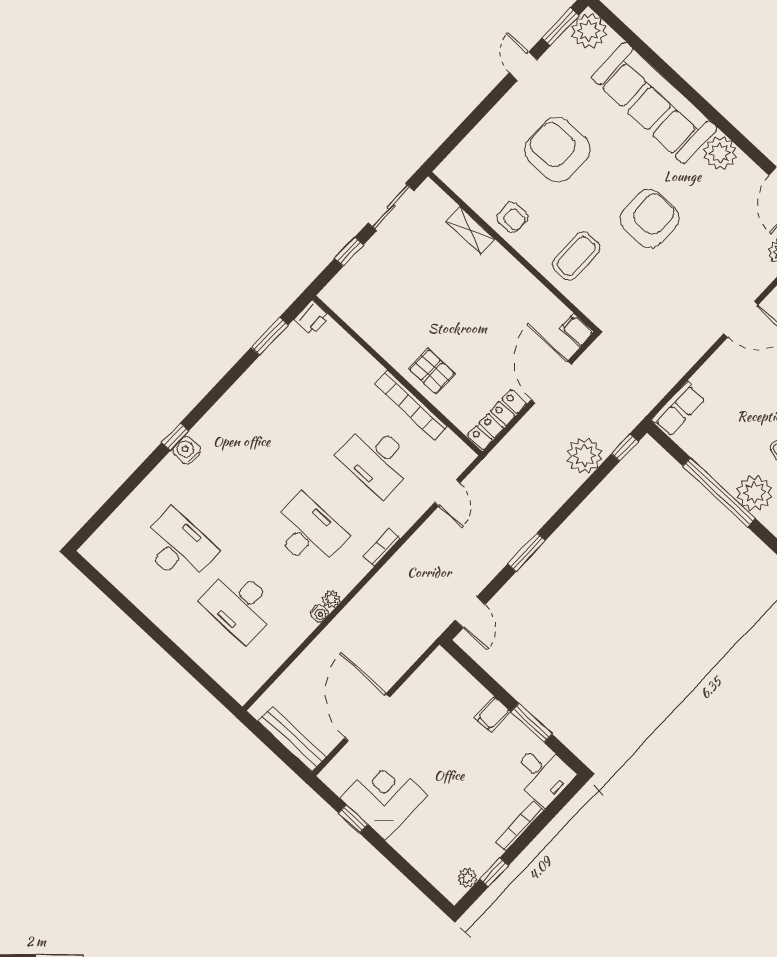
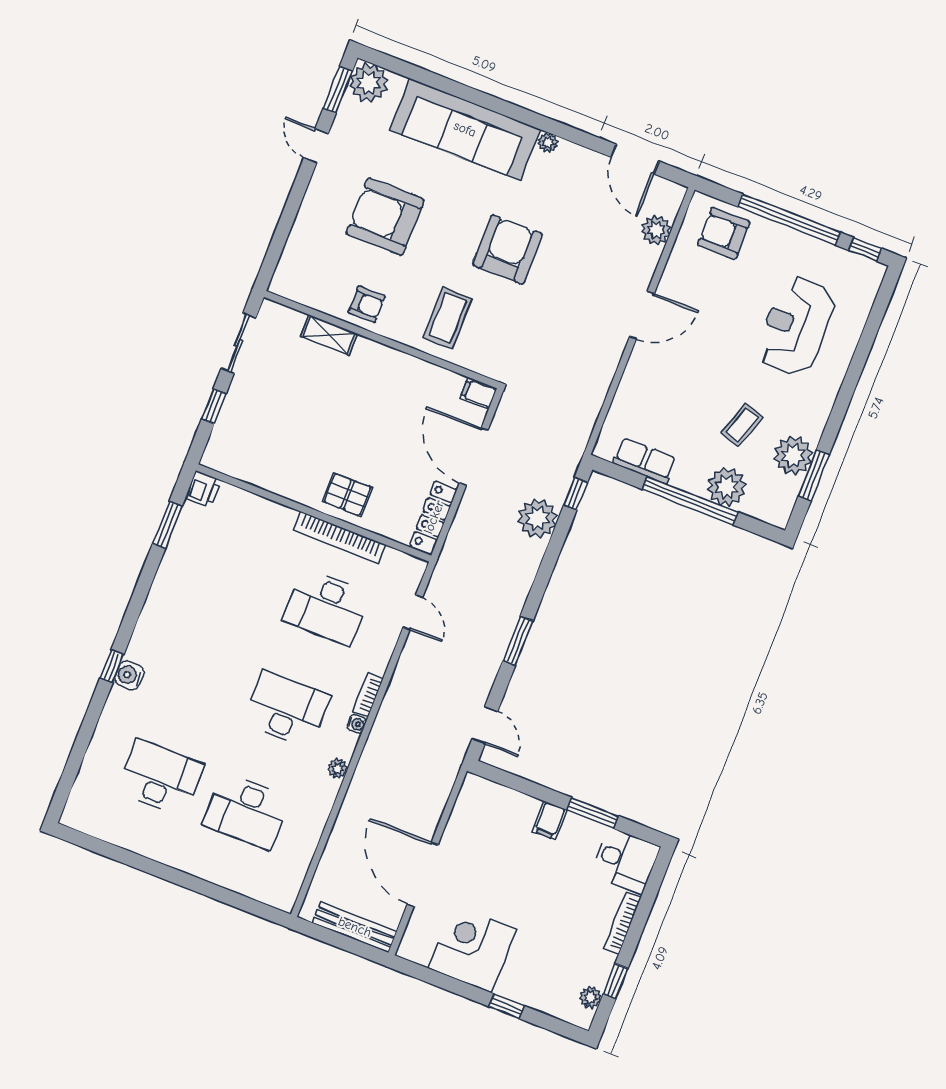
plant: (720, 153) -> (548, 143), width x0.53, depth x0.53
row of seats: (678, 409) -> (645, 461), moved, turned -90
water cooler: (320, 614) -> (357, 724), moved
window: (353, 819) -> (506, 1006), moved

